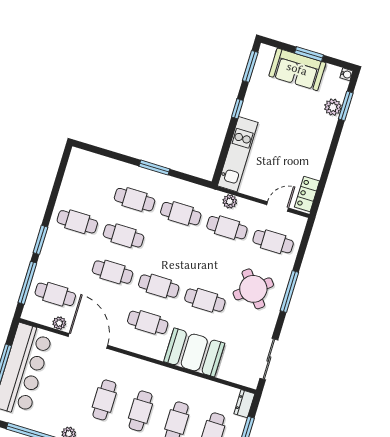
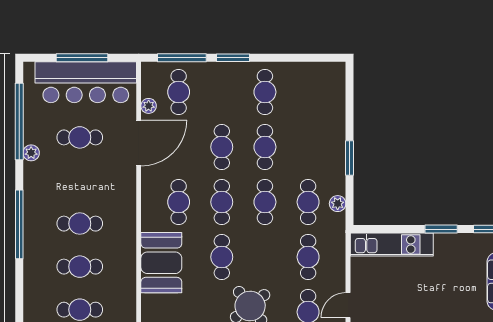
window: (237, 109) -> (441, 229), width x1.50
cafe table: (135, 200) -> (265, 202), moved
plant: (230, 201) -> (338, 204), moved
door: (278, 206) -> (348, 305), swing flipped
cafe table: (104, 400) -> (80, 137), moved

